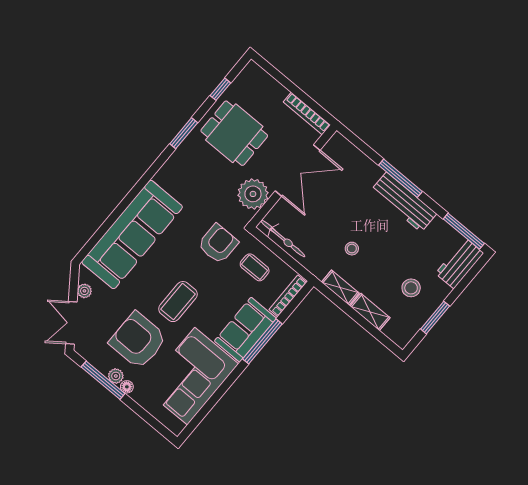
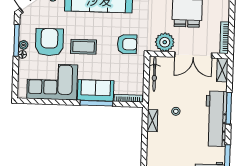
workbench: (404, 202) -> (216, 119), width x1.36, depth x1.32
coffee table: (255, 267) -> (130, 71), removed
stool: (411, 288) -> (179, 155), removed
shelving: (370, 312) -> (222, 70), moved

